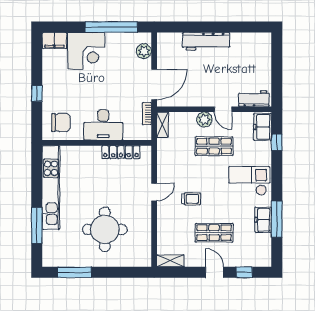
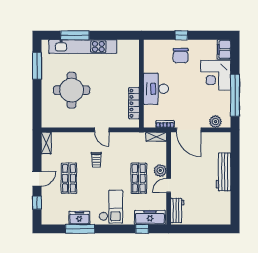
chair: (61, 122) -> (181, 56), moved
freezer: (262, 127) -> (150, 217), width x1.40
kitchen unit: (51, 188) -> (83, 47), moved

